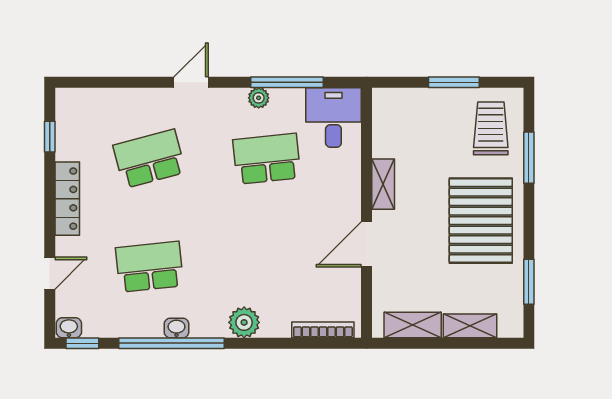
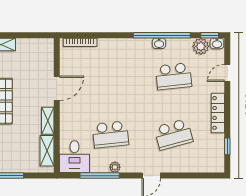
plant: (244, 322) -> (201, 46), moved
shelving: (413, 325) -> (47, 151), moved, turned 90

